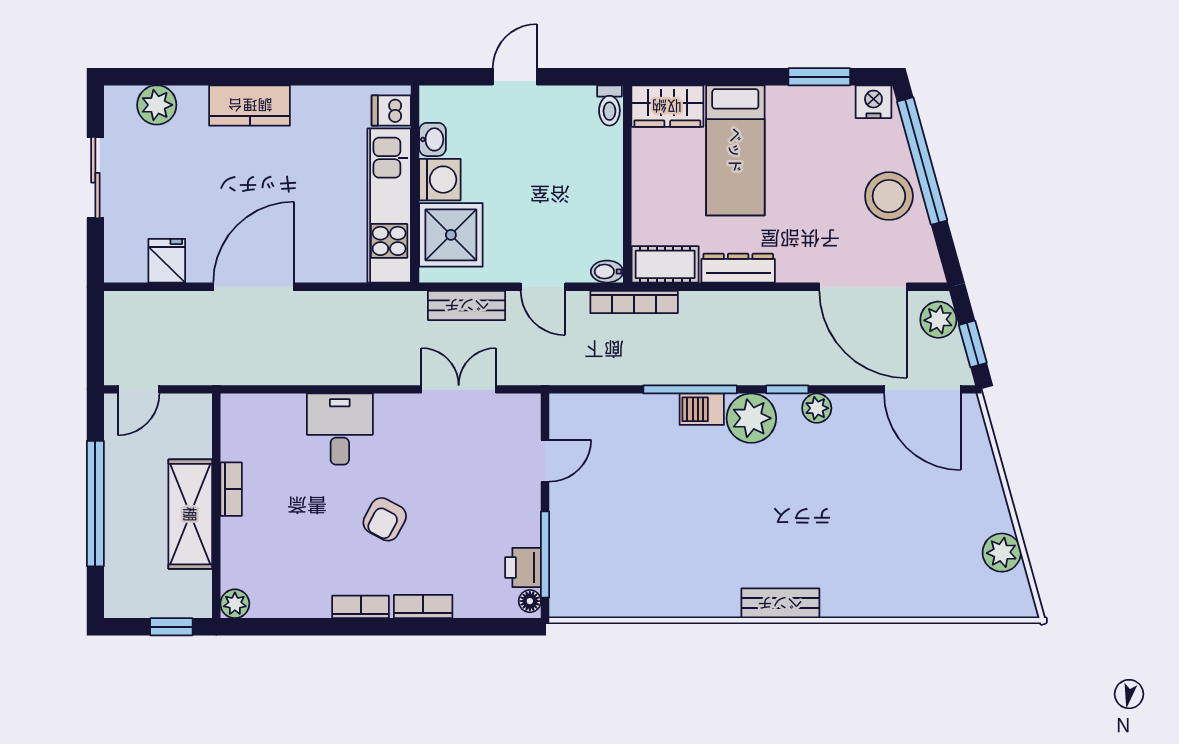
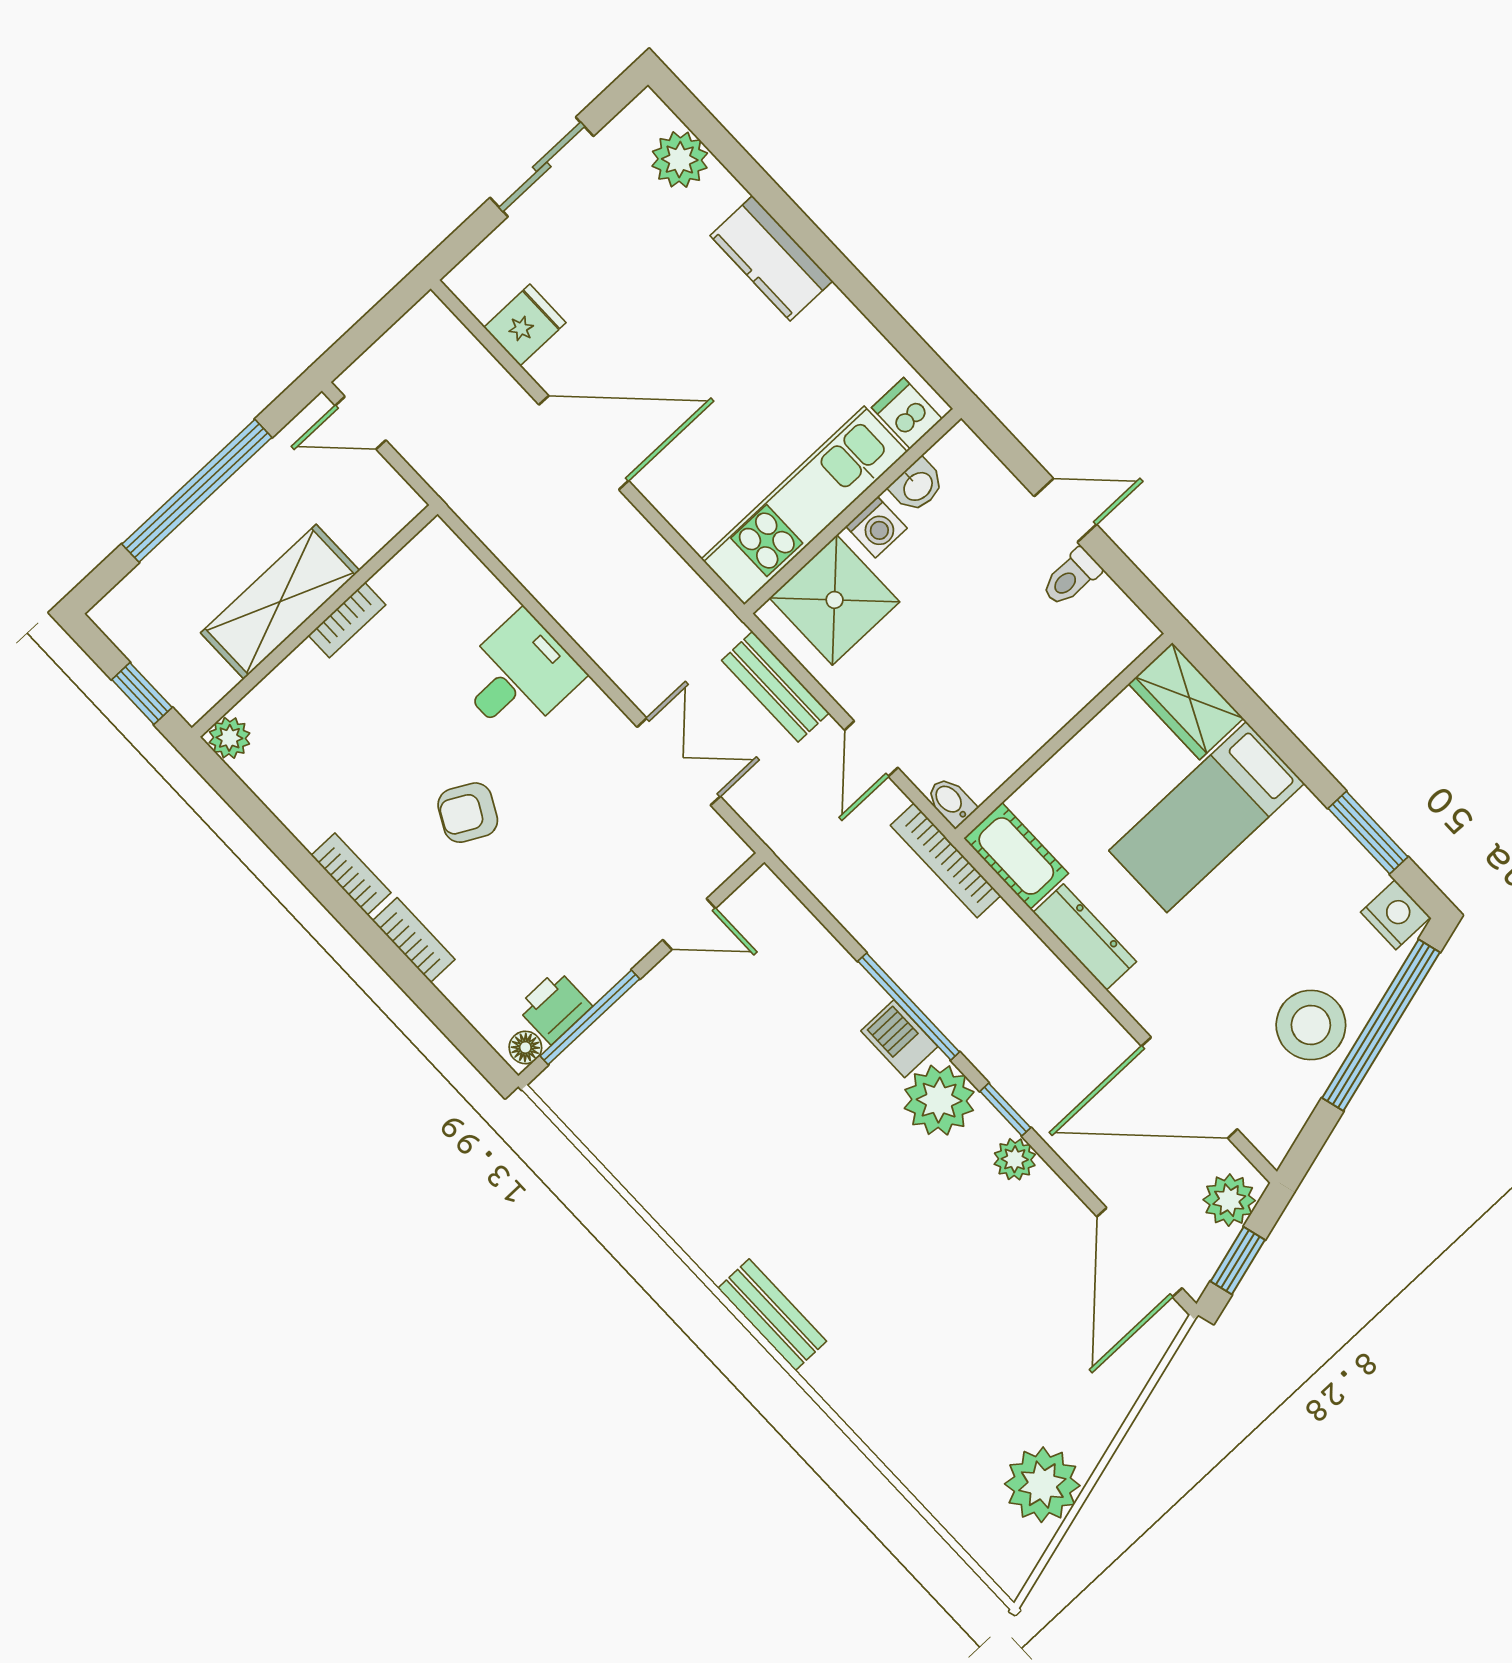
toilet: (609, 105) -> (1071, 577), moved
washing machine: (440, 180) -> (876, 527), width x0.73, depth x0.73
door: (863, 287) -> (1189, 1088), hinge flipped
plant: (1002, 553) -> (1042, 1485), width x1.36, depth x1.36

